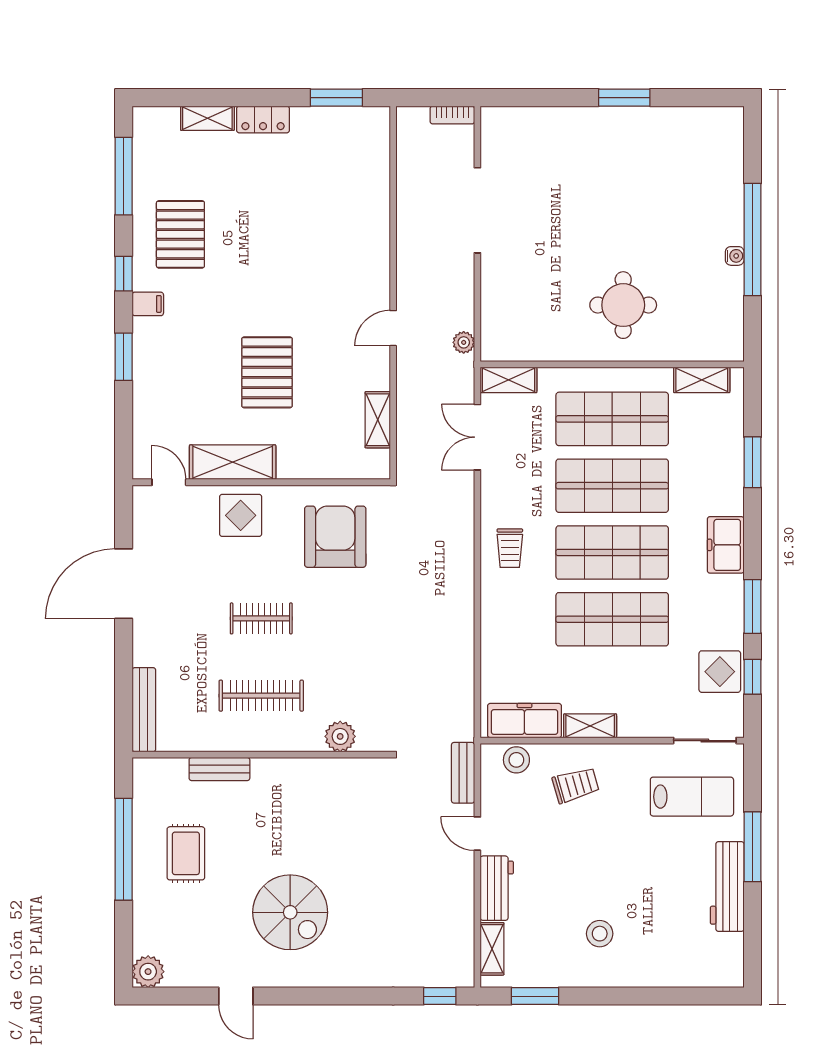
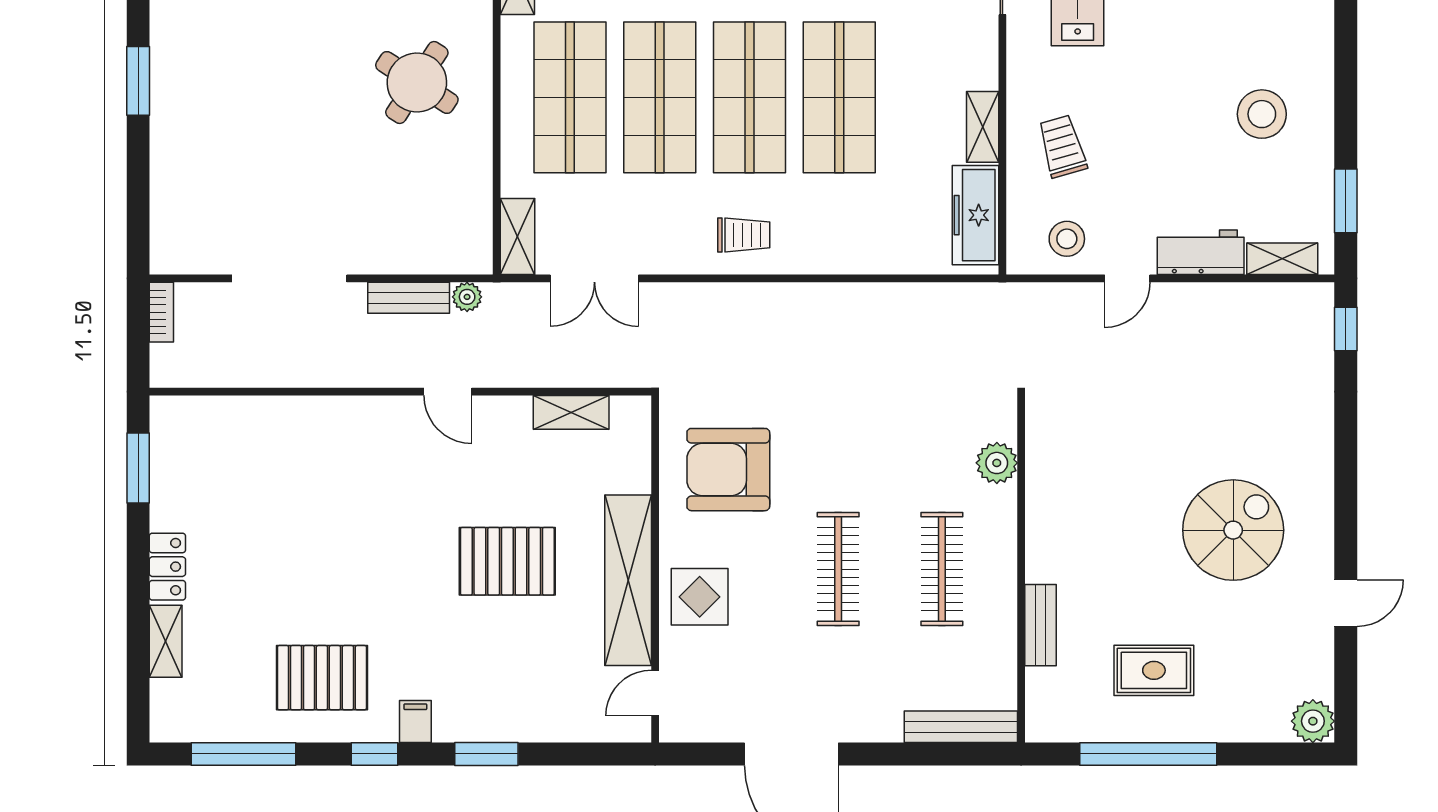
round table: (623, 305) -> (417, 82), turned 33
shelving: (233, 462) -> (628, 580), width x1.47
clothes rail: (261, 618) -> (838, 569), width x1.36
stool: (516, 760) -> (1067, 239), moved
bench: (463, 773) -> (409, 298), moved
stool: (600, 934) -> (1262, 114), width x1.38, depth x1.38

